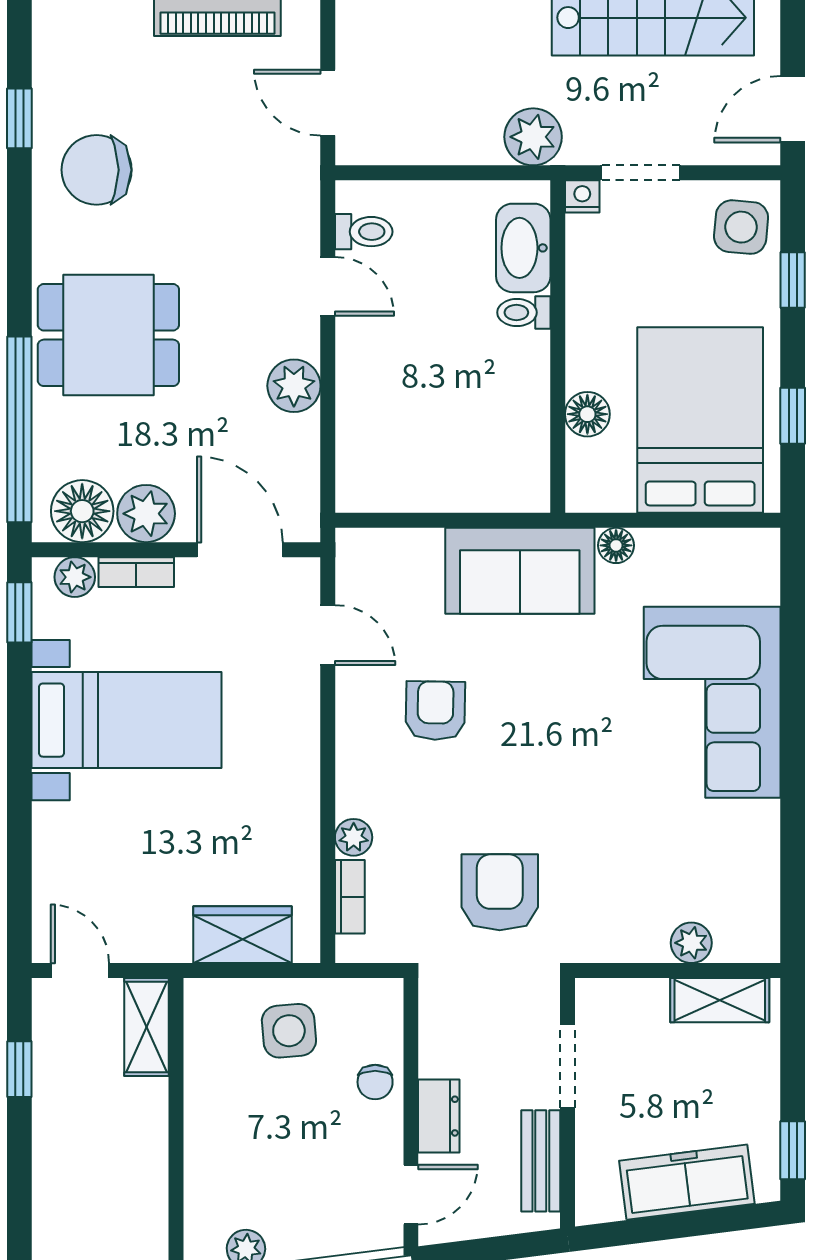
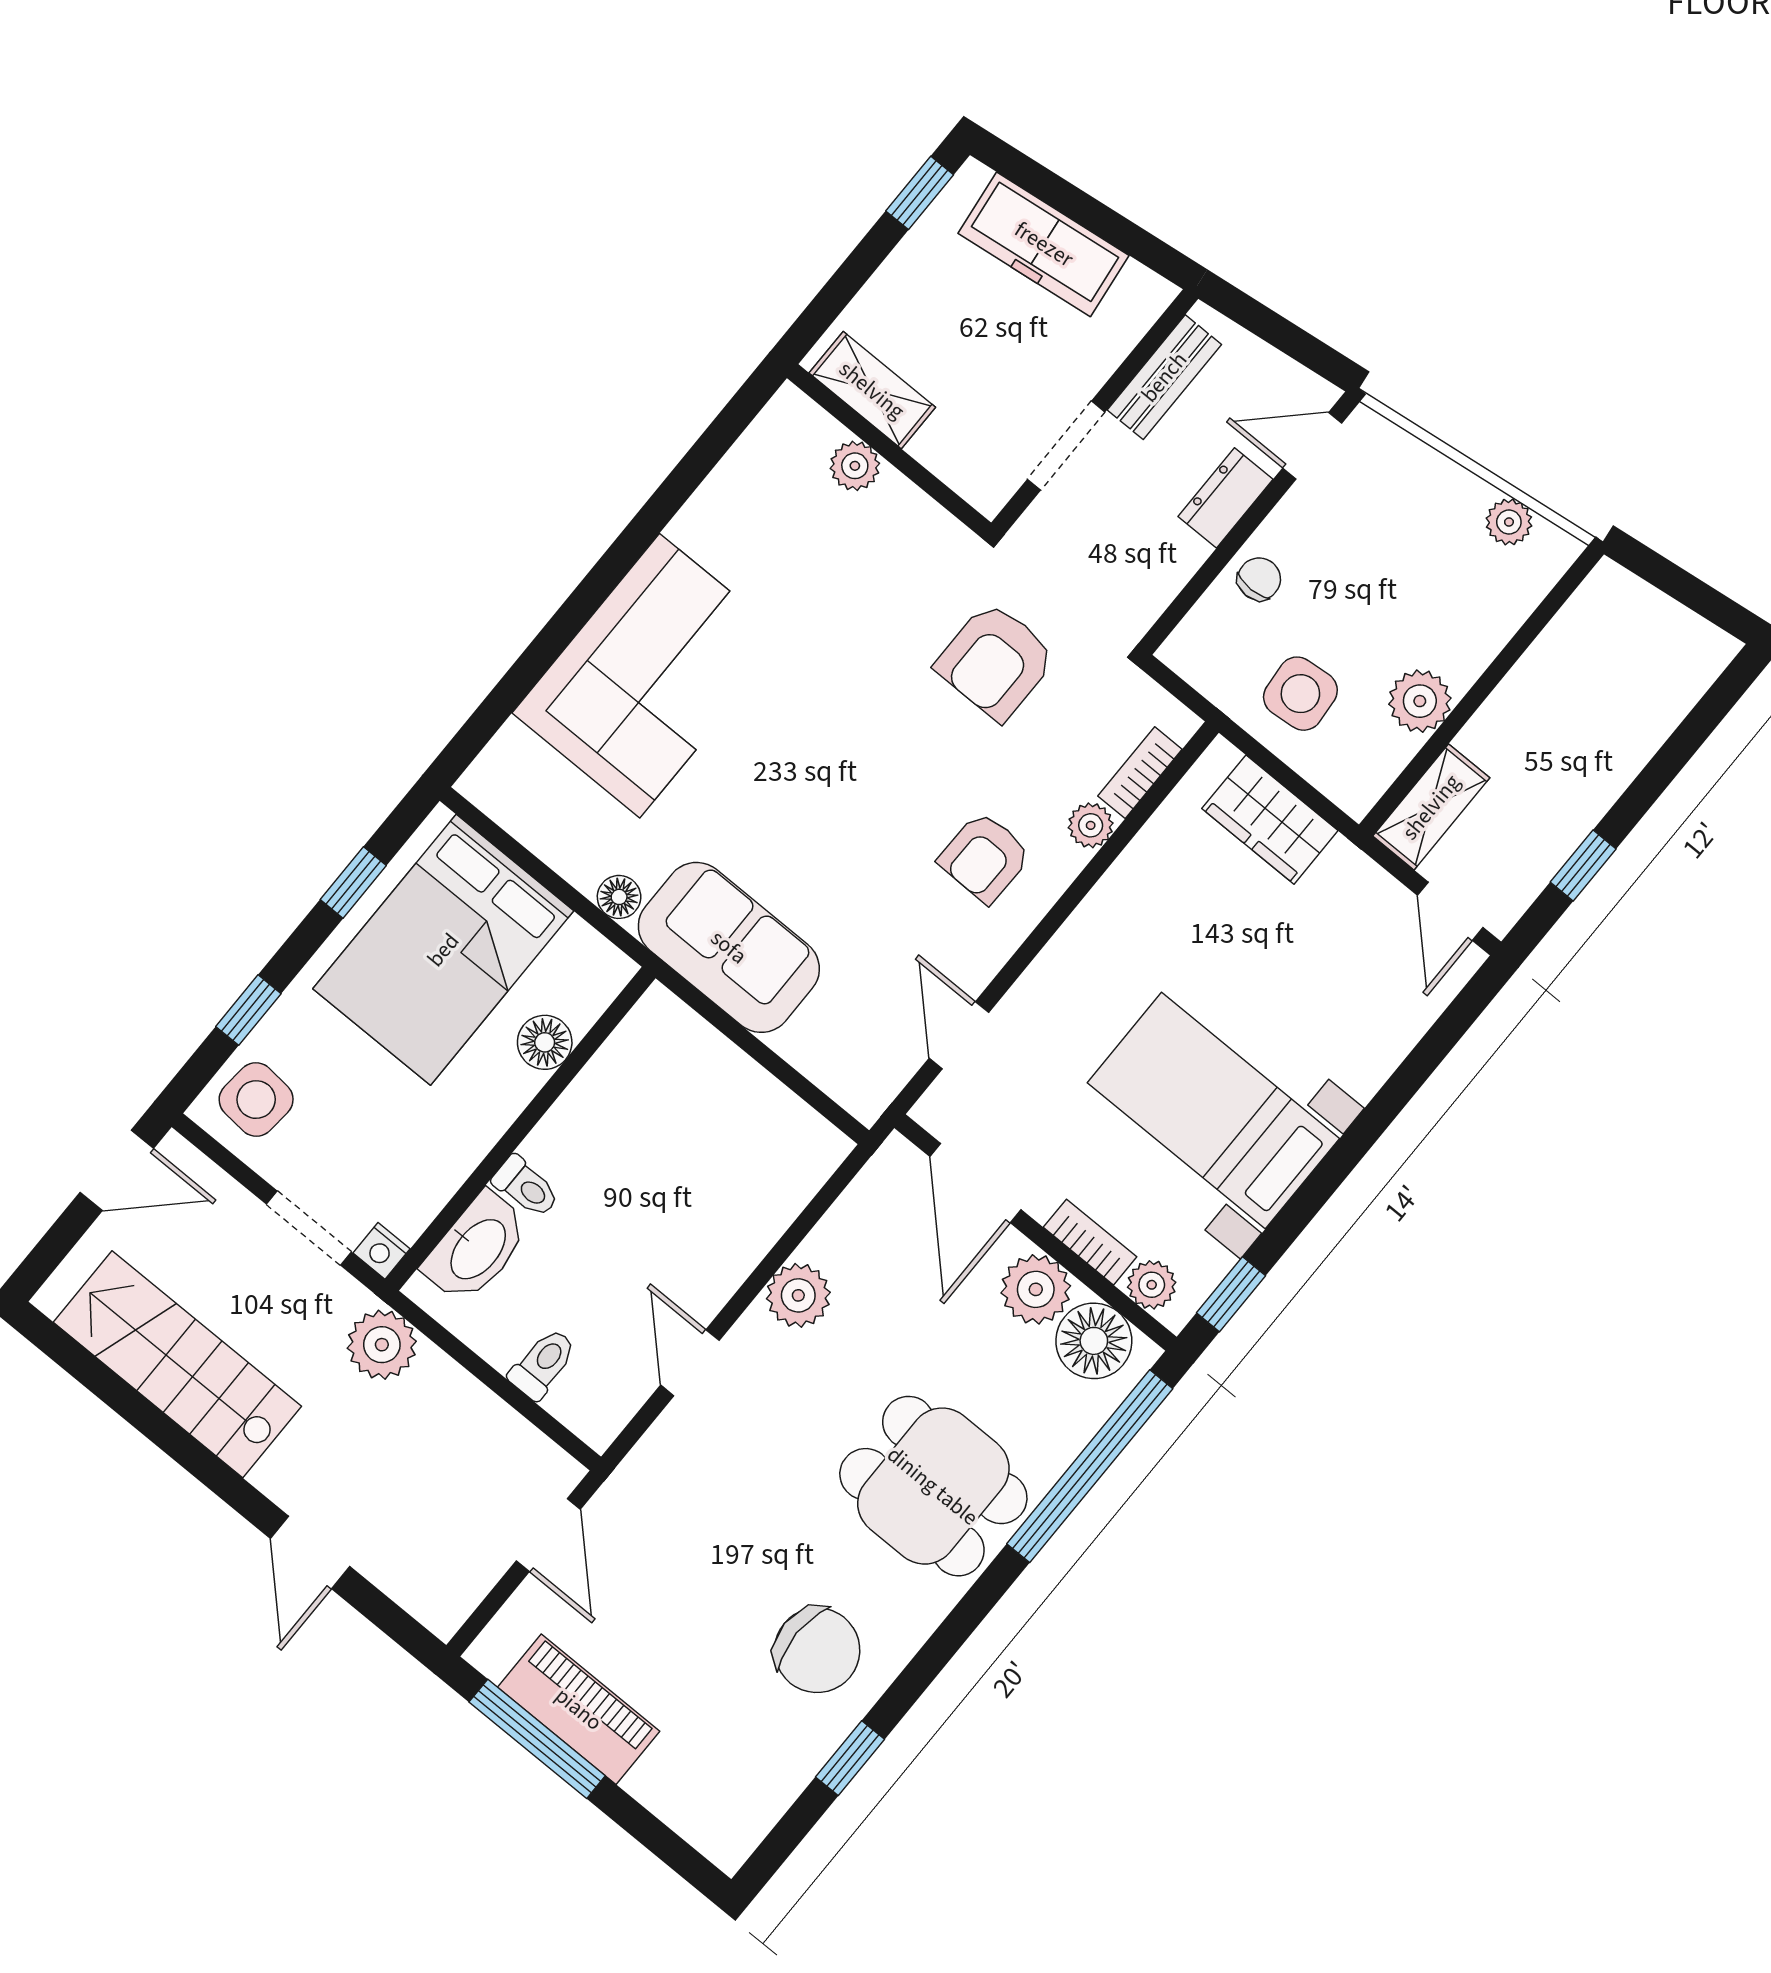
toilet: (364, 232) -> (543, 1364), moved, turned 90
armchair: (435, 711) -> (985, 857), moved
plant: (209, 1088) -> (1420, 701), added

